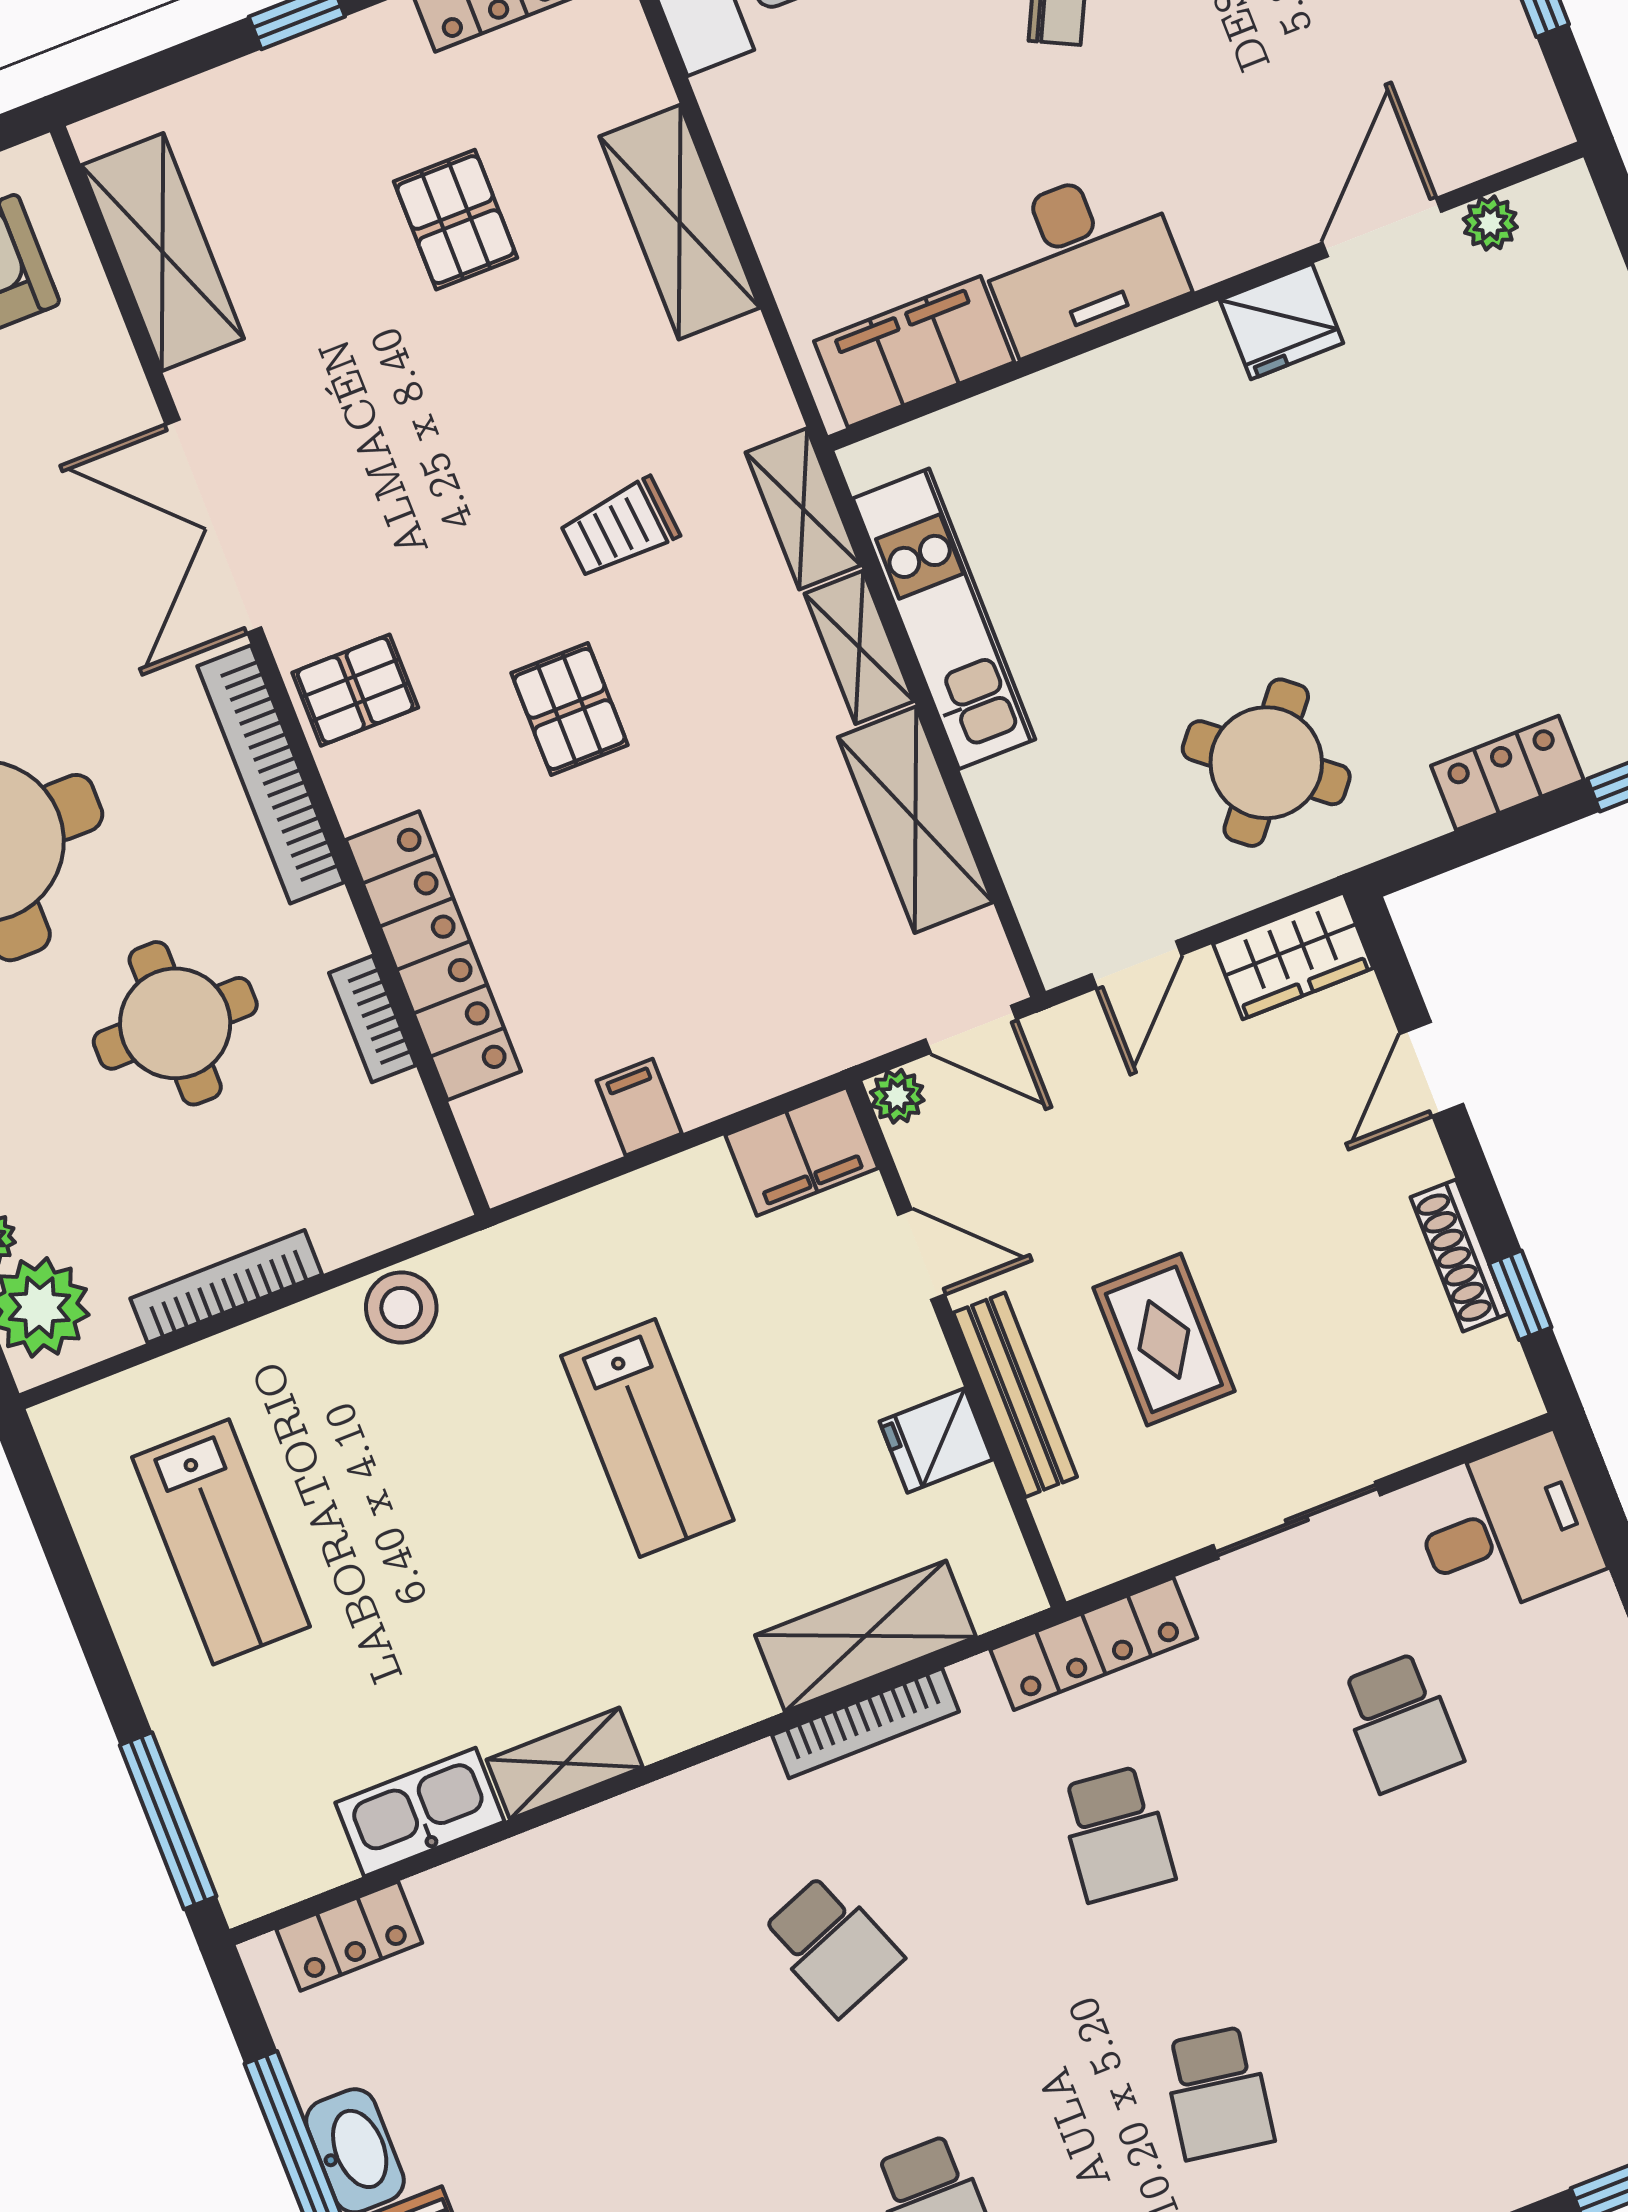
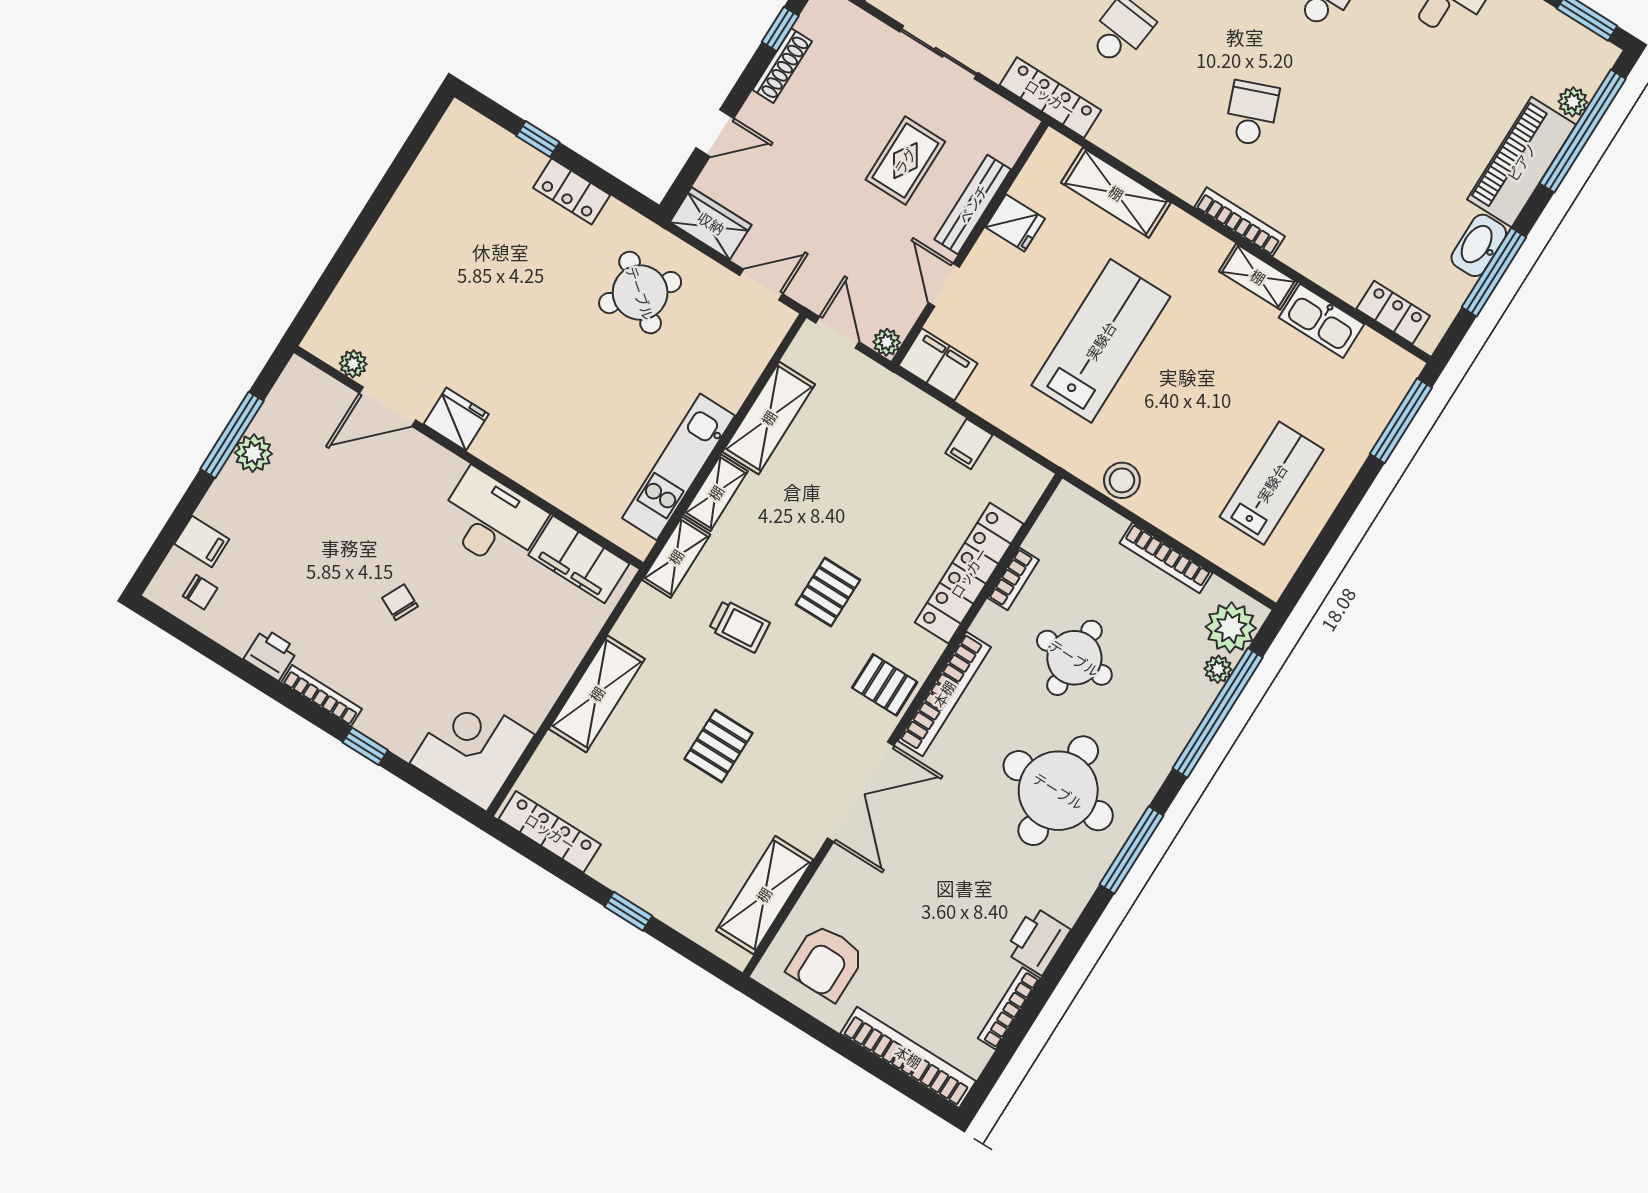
pallet: (456, 220) -> (718, 746), moved
lab bench: (647, 1438) -> (1101, 341), width x1.36, depth x1.39
bookcase: (866, 1723) -> (1240, 222), moved

